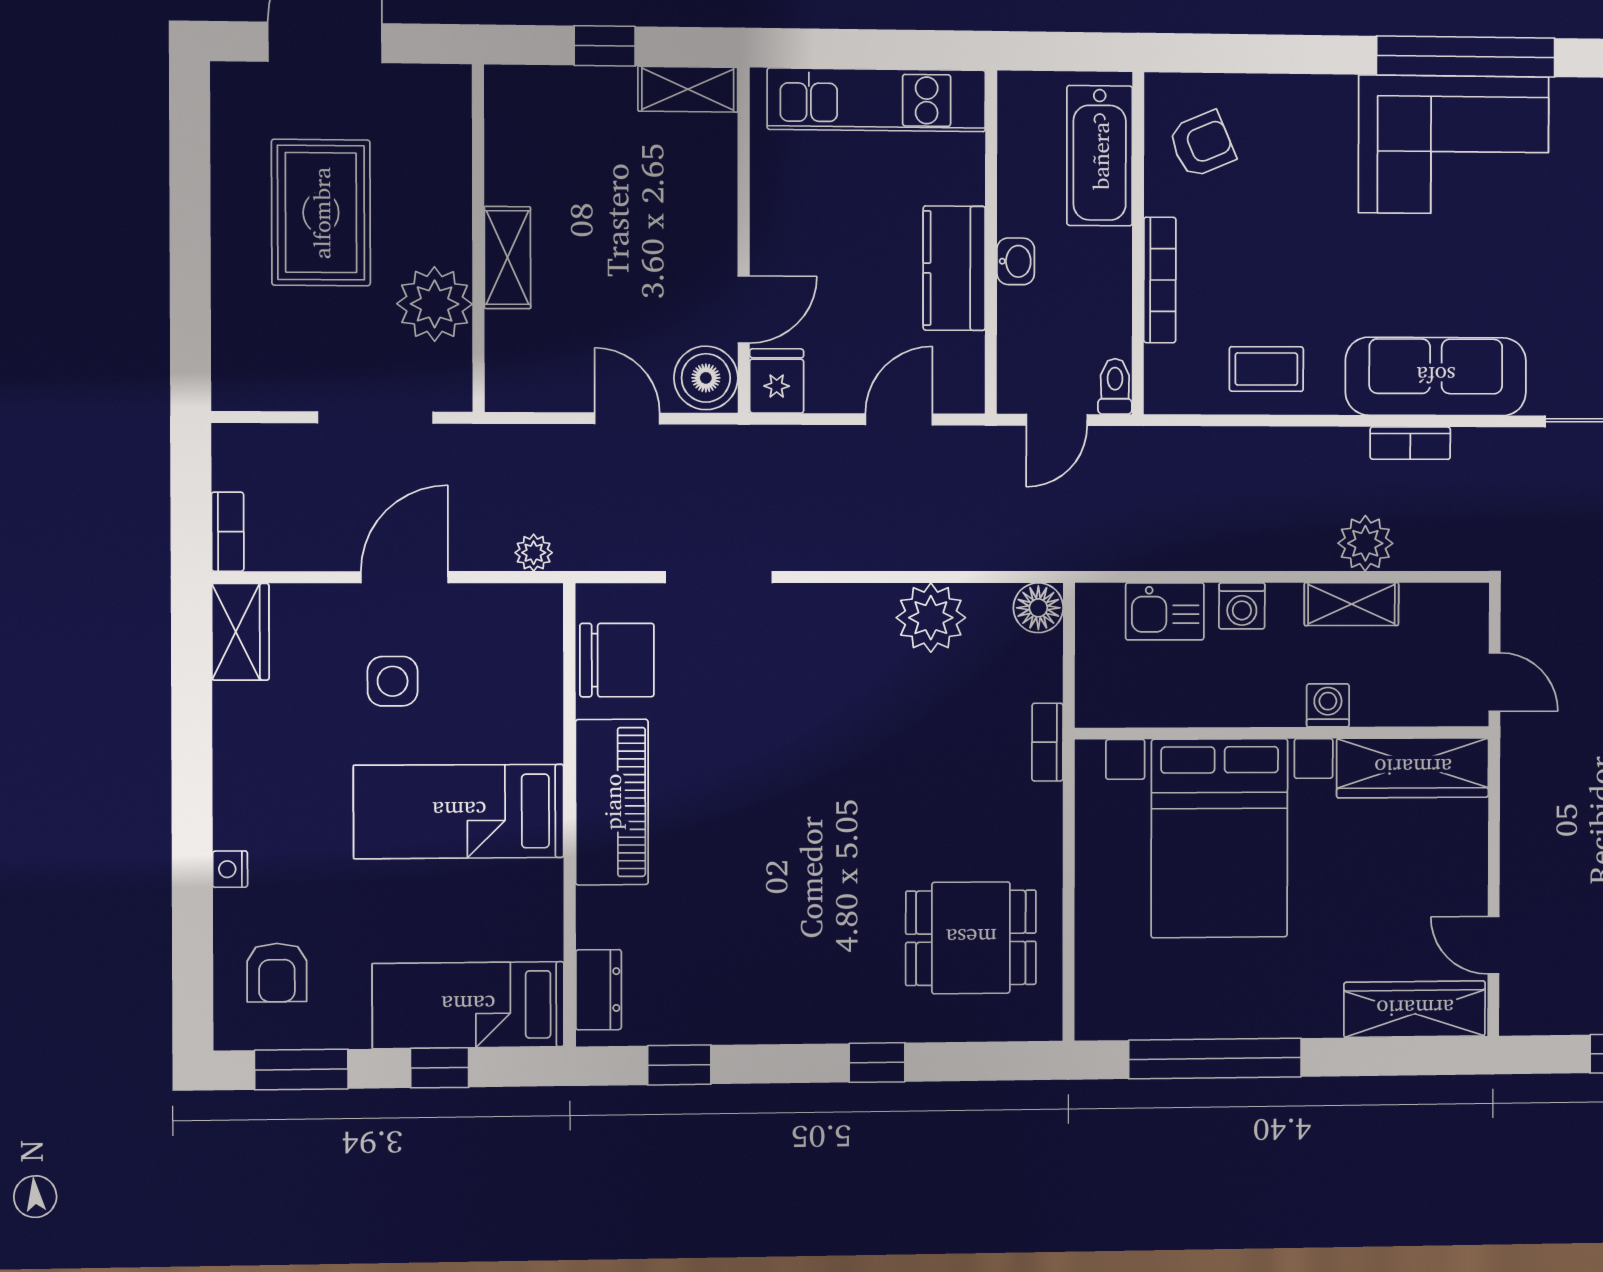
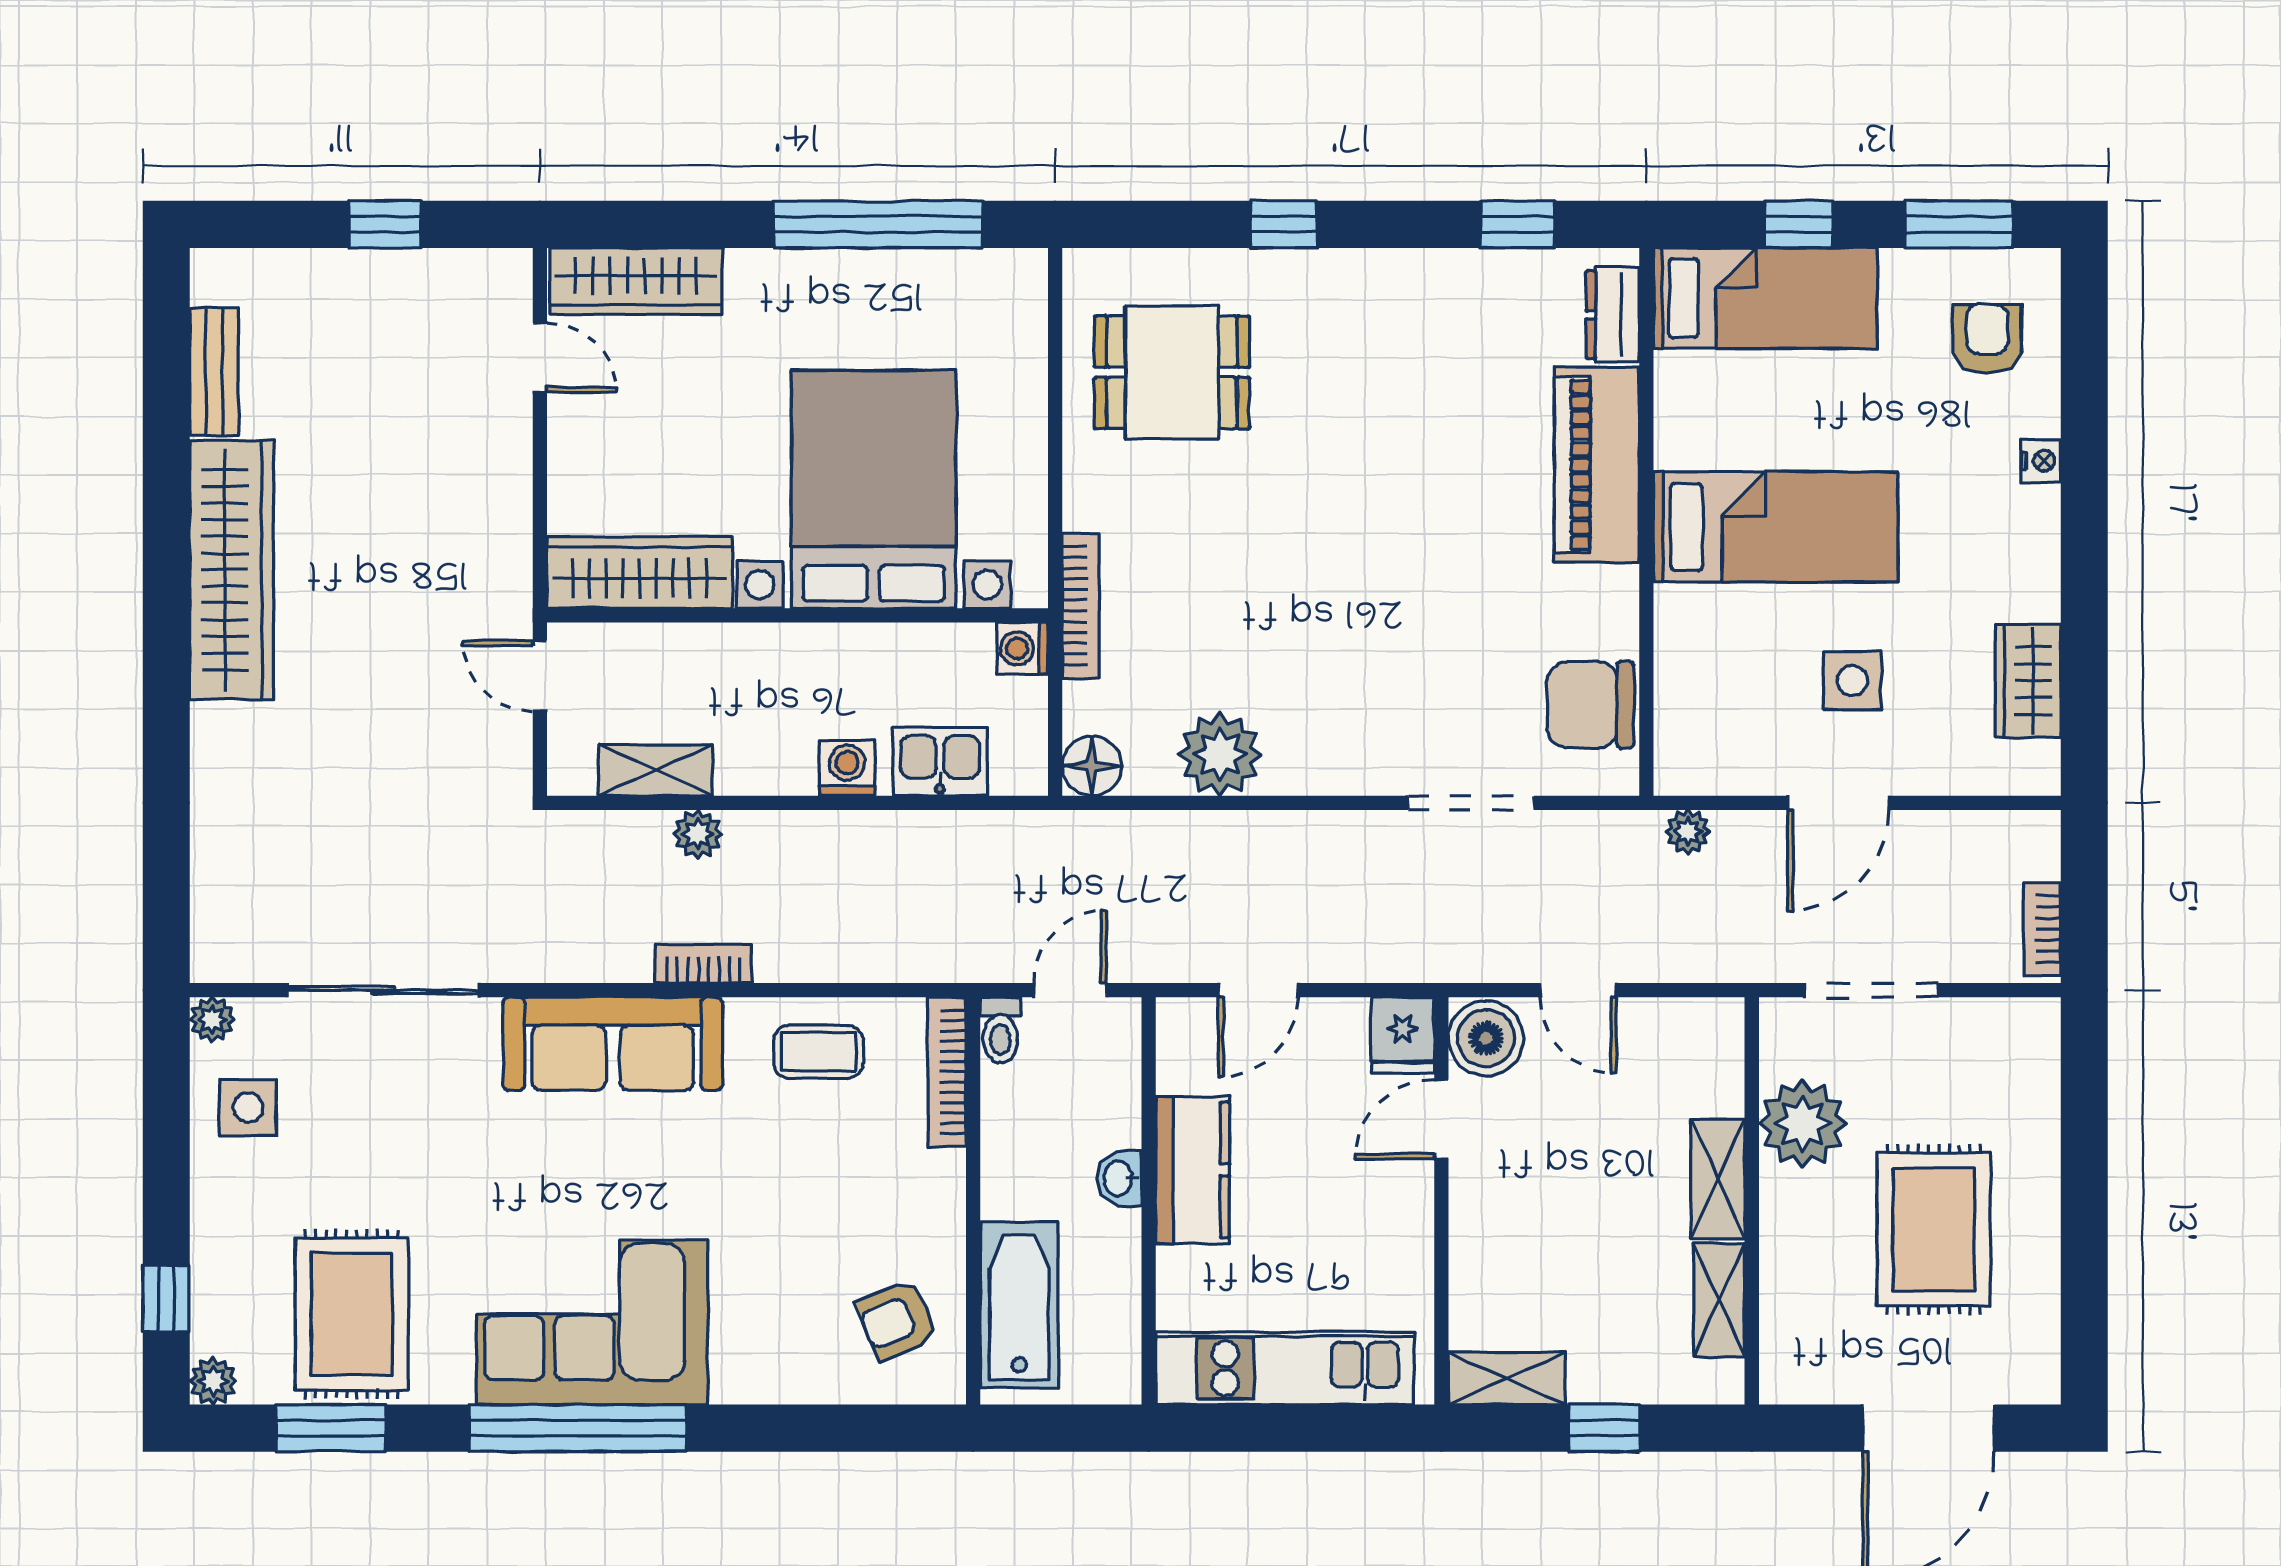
shelving: (506, 154) -> (1719, 1300), added
bookcase: (1160, 280) -> (947, 1072), moved
bookcase: (1410, 443) -> (703, 964), moved
bookcase: (228, 532) -> (2042, 929), moved
plant: (1365, 543) -> (698, 834), width x0.73, depth x0.73
shelving: (1351, 604) -> (655, 770), moved
wardrobe: (240, 632) -> (2028, 681), moved
washing machine: (1328, 705) -> (1022, 648), moved, turned 90
bookcase: (1047, 742) -> (1081, 606), width x1.56
piano: (612, 802) -> (1597, 465), moved

